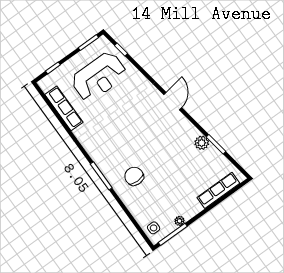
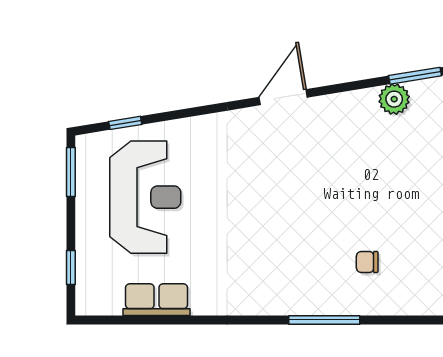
door: (173, 101) -> (283, 97), hinge flipped
row of seats: (64, 108) -> (157, 300), width x0.68
chair: (134, 176) -> (367, 262), width x0.54, depth x0.54

